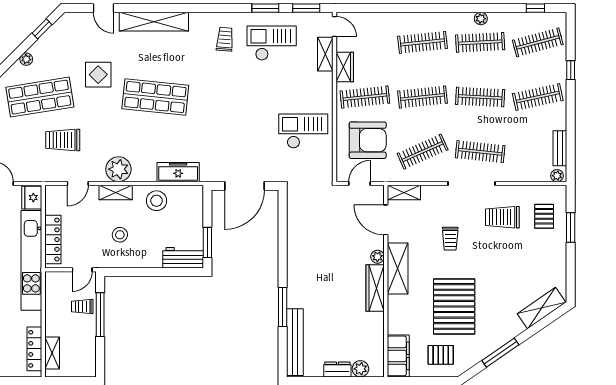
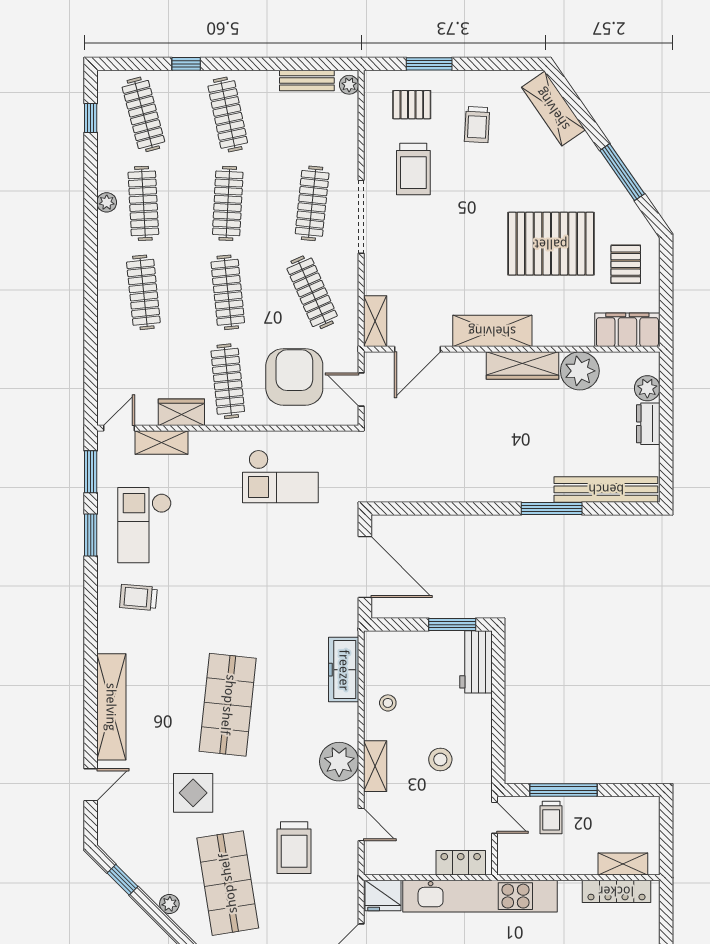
checkout: (303, 131) -> (280, 476), turned -90
stool: (157, 201) -> (388, 703), width x0.53, depth x0.53
trolley: (450, 239) -> (477, 124), moved, turned 93
locker: (53, 240) -> (461, 863), width x0.66
plant: (377, 257) -> (580, 371), moved, width x1.88, depth x1.88

